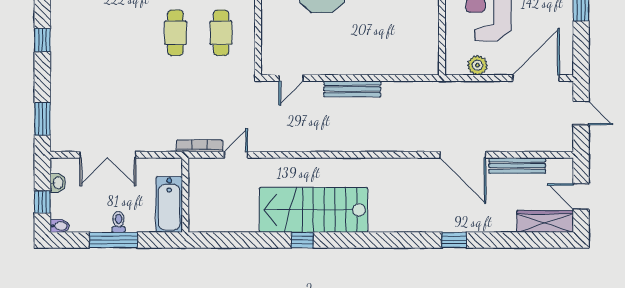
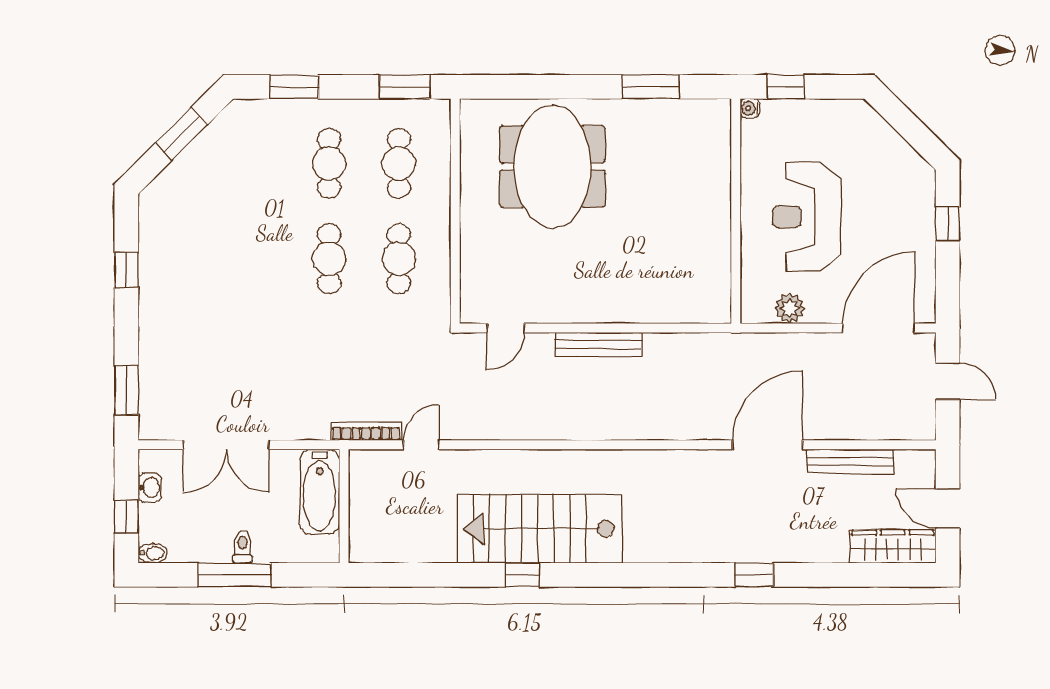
door: (463, 155) -> (767, 445), swing flipped
bathtub: (169, 204) -> (320, 492), moved

